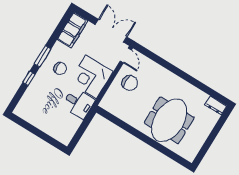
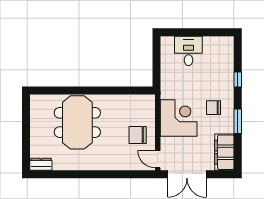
window: (43, 56) -> (238, 121), moved
desk: (79, 103) -> (188, 51), moved, turned 90

